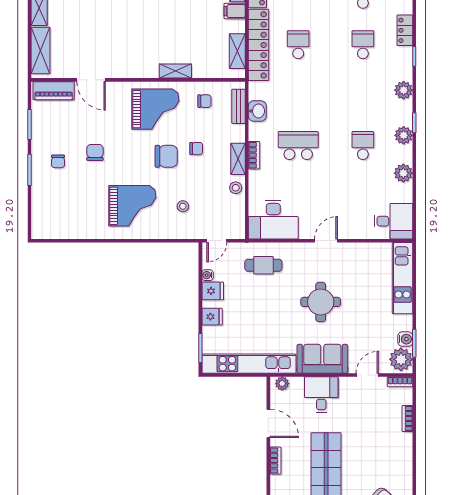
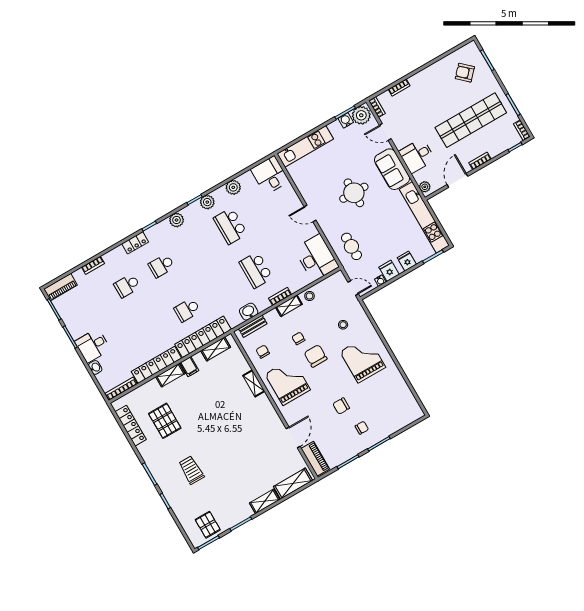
school desk: (363, 146) -> (230, 226), width x1.85

